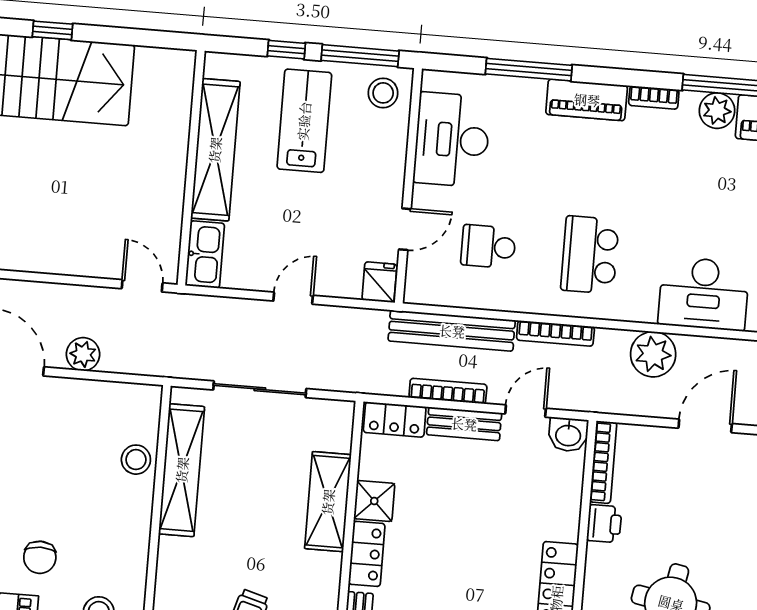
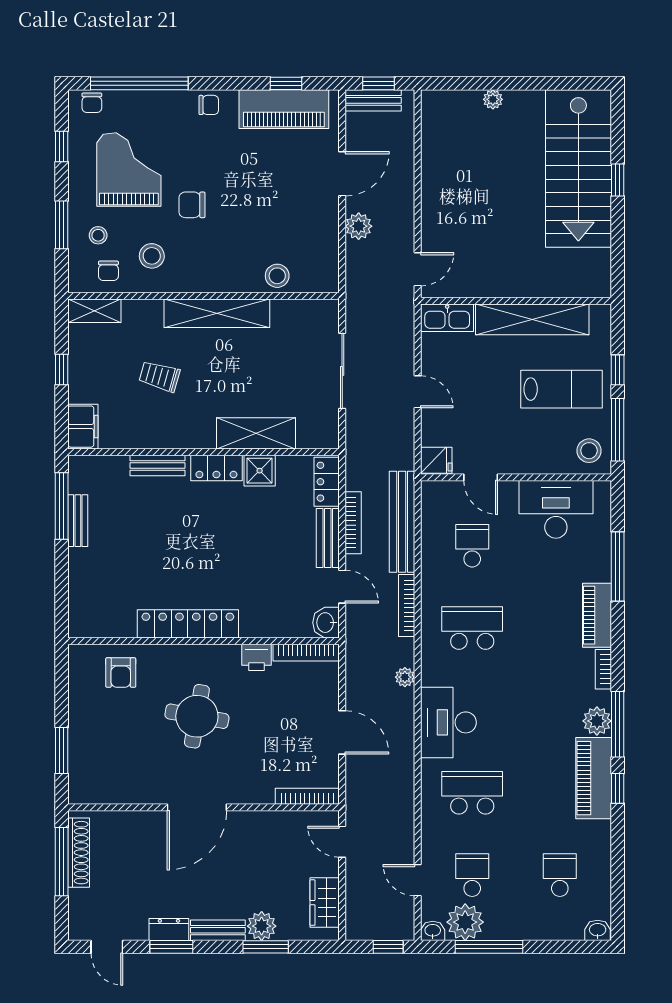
plant: (653, 354) -> (405, 677), width x0.53, depth x0.53
shelving: (182, 470) -> (217, 313), moved

